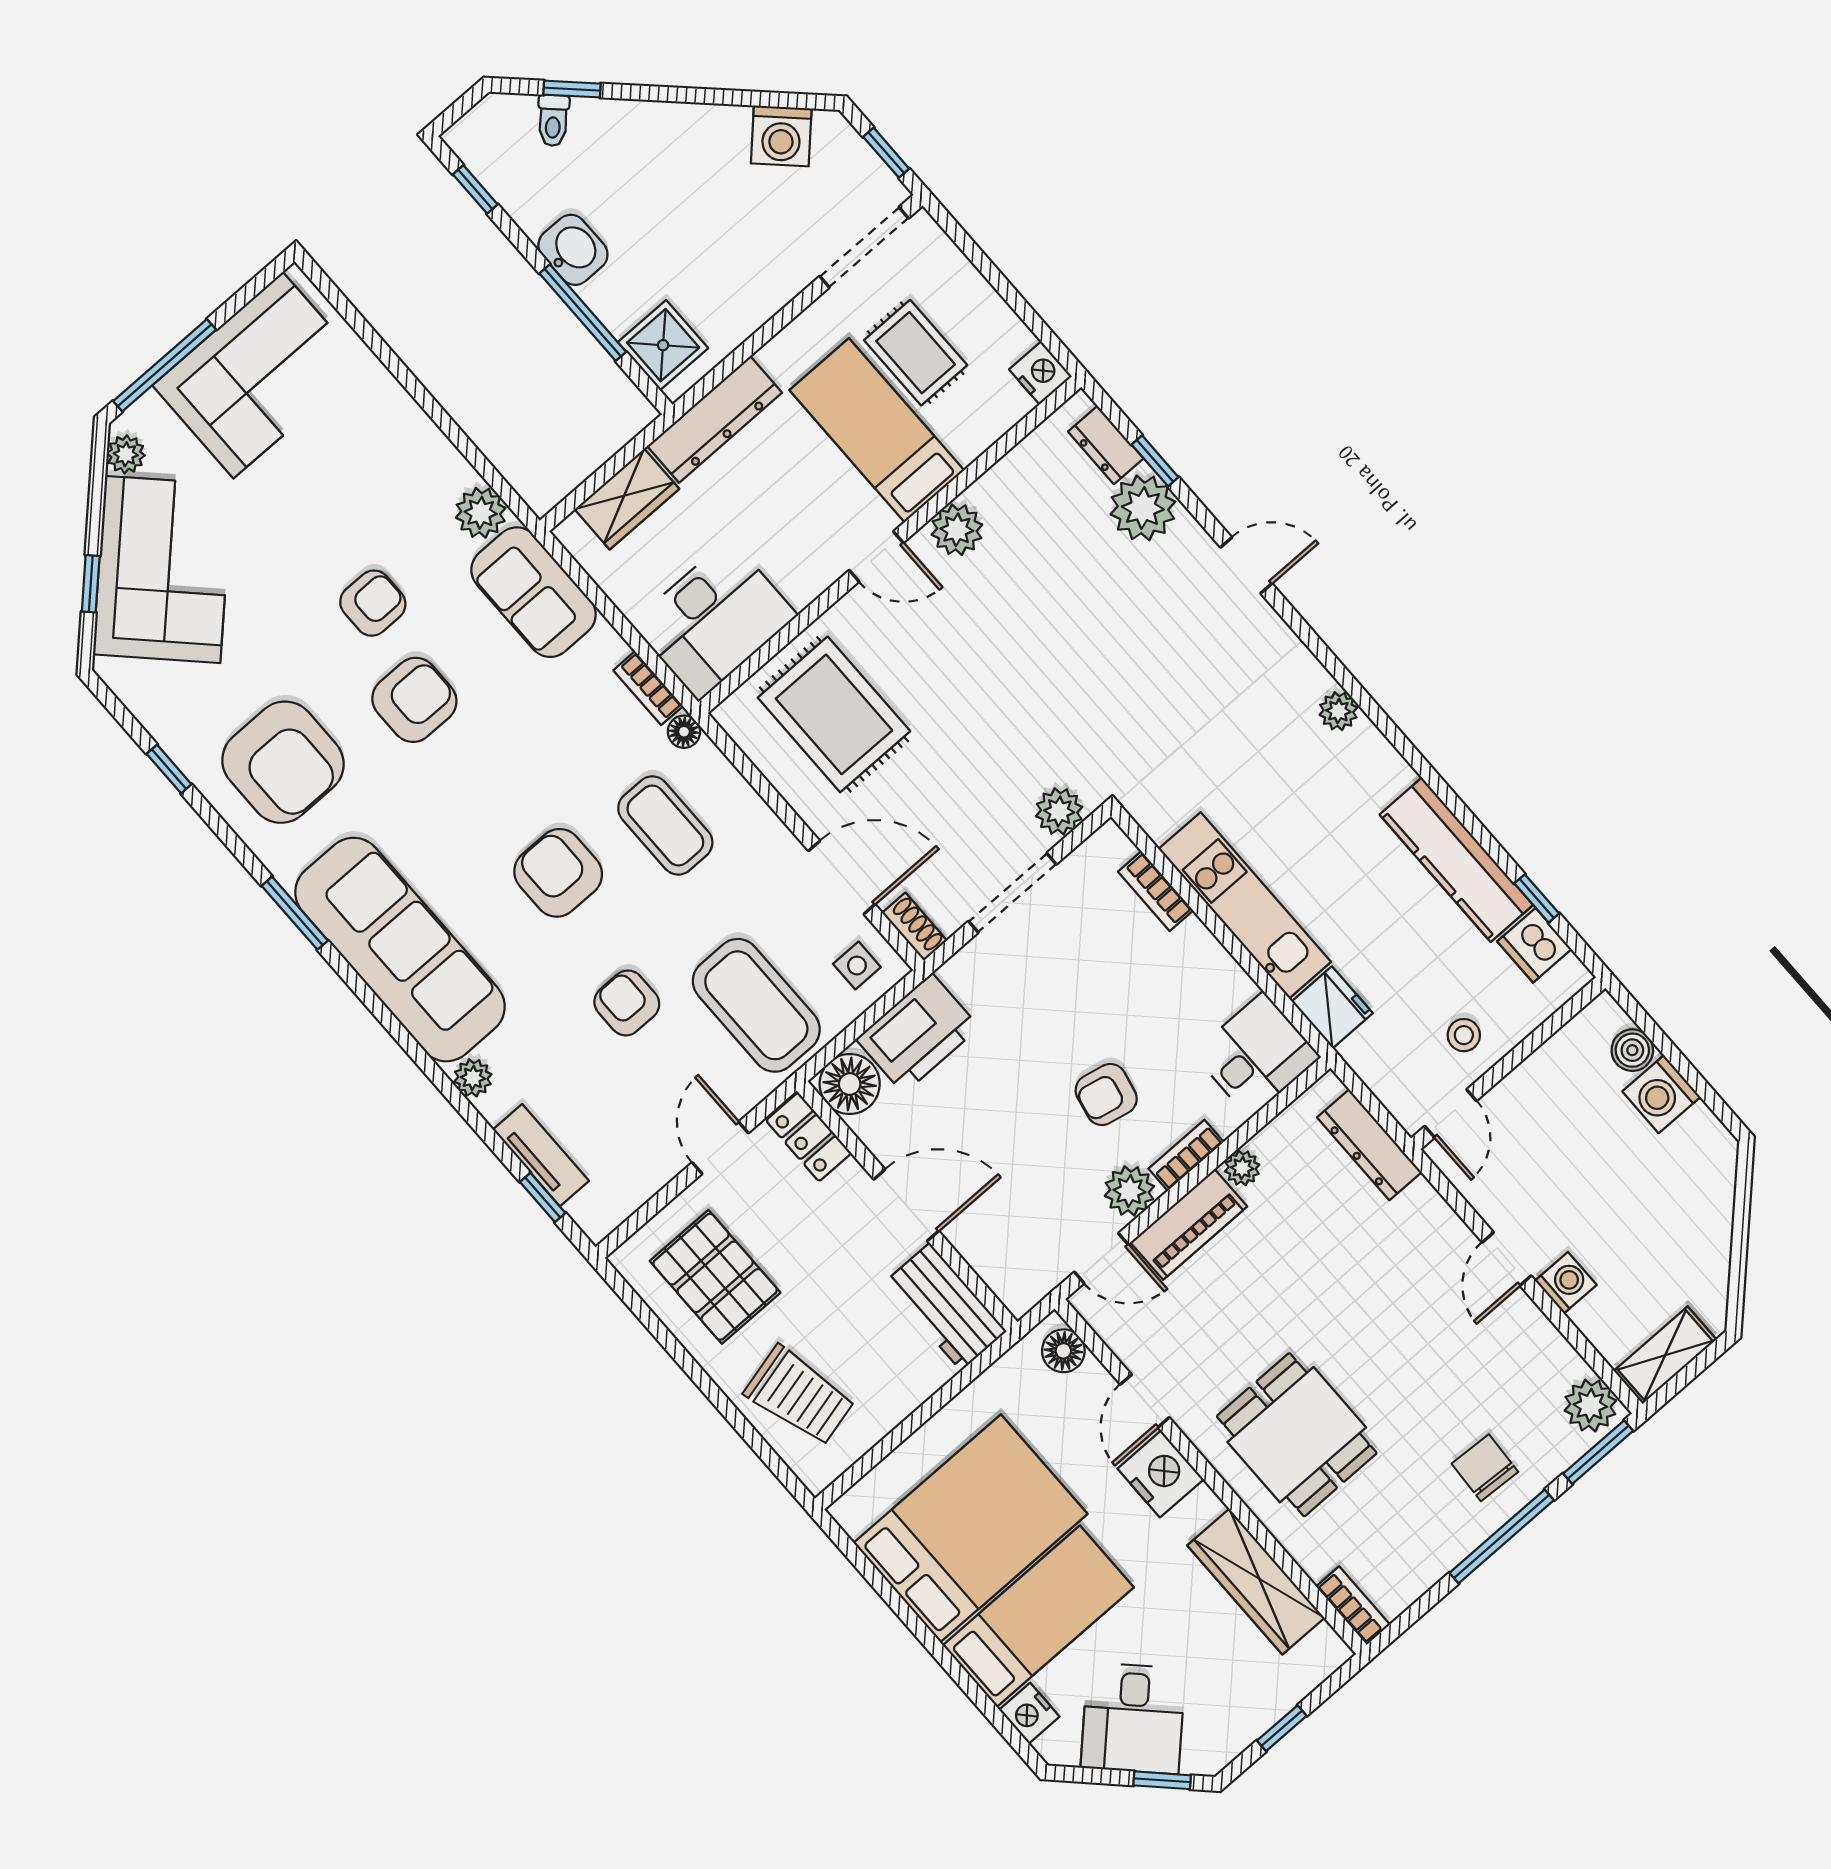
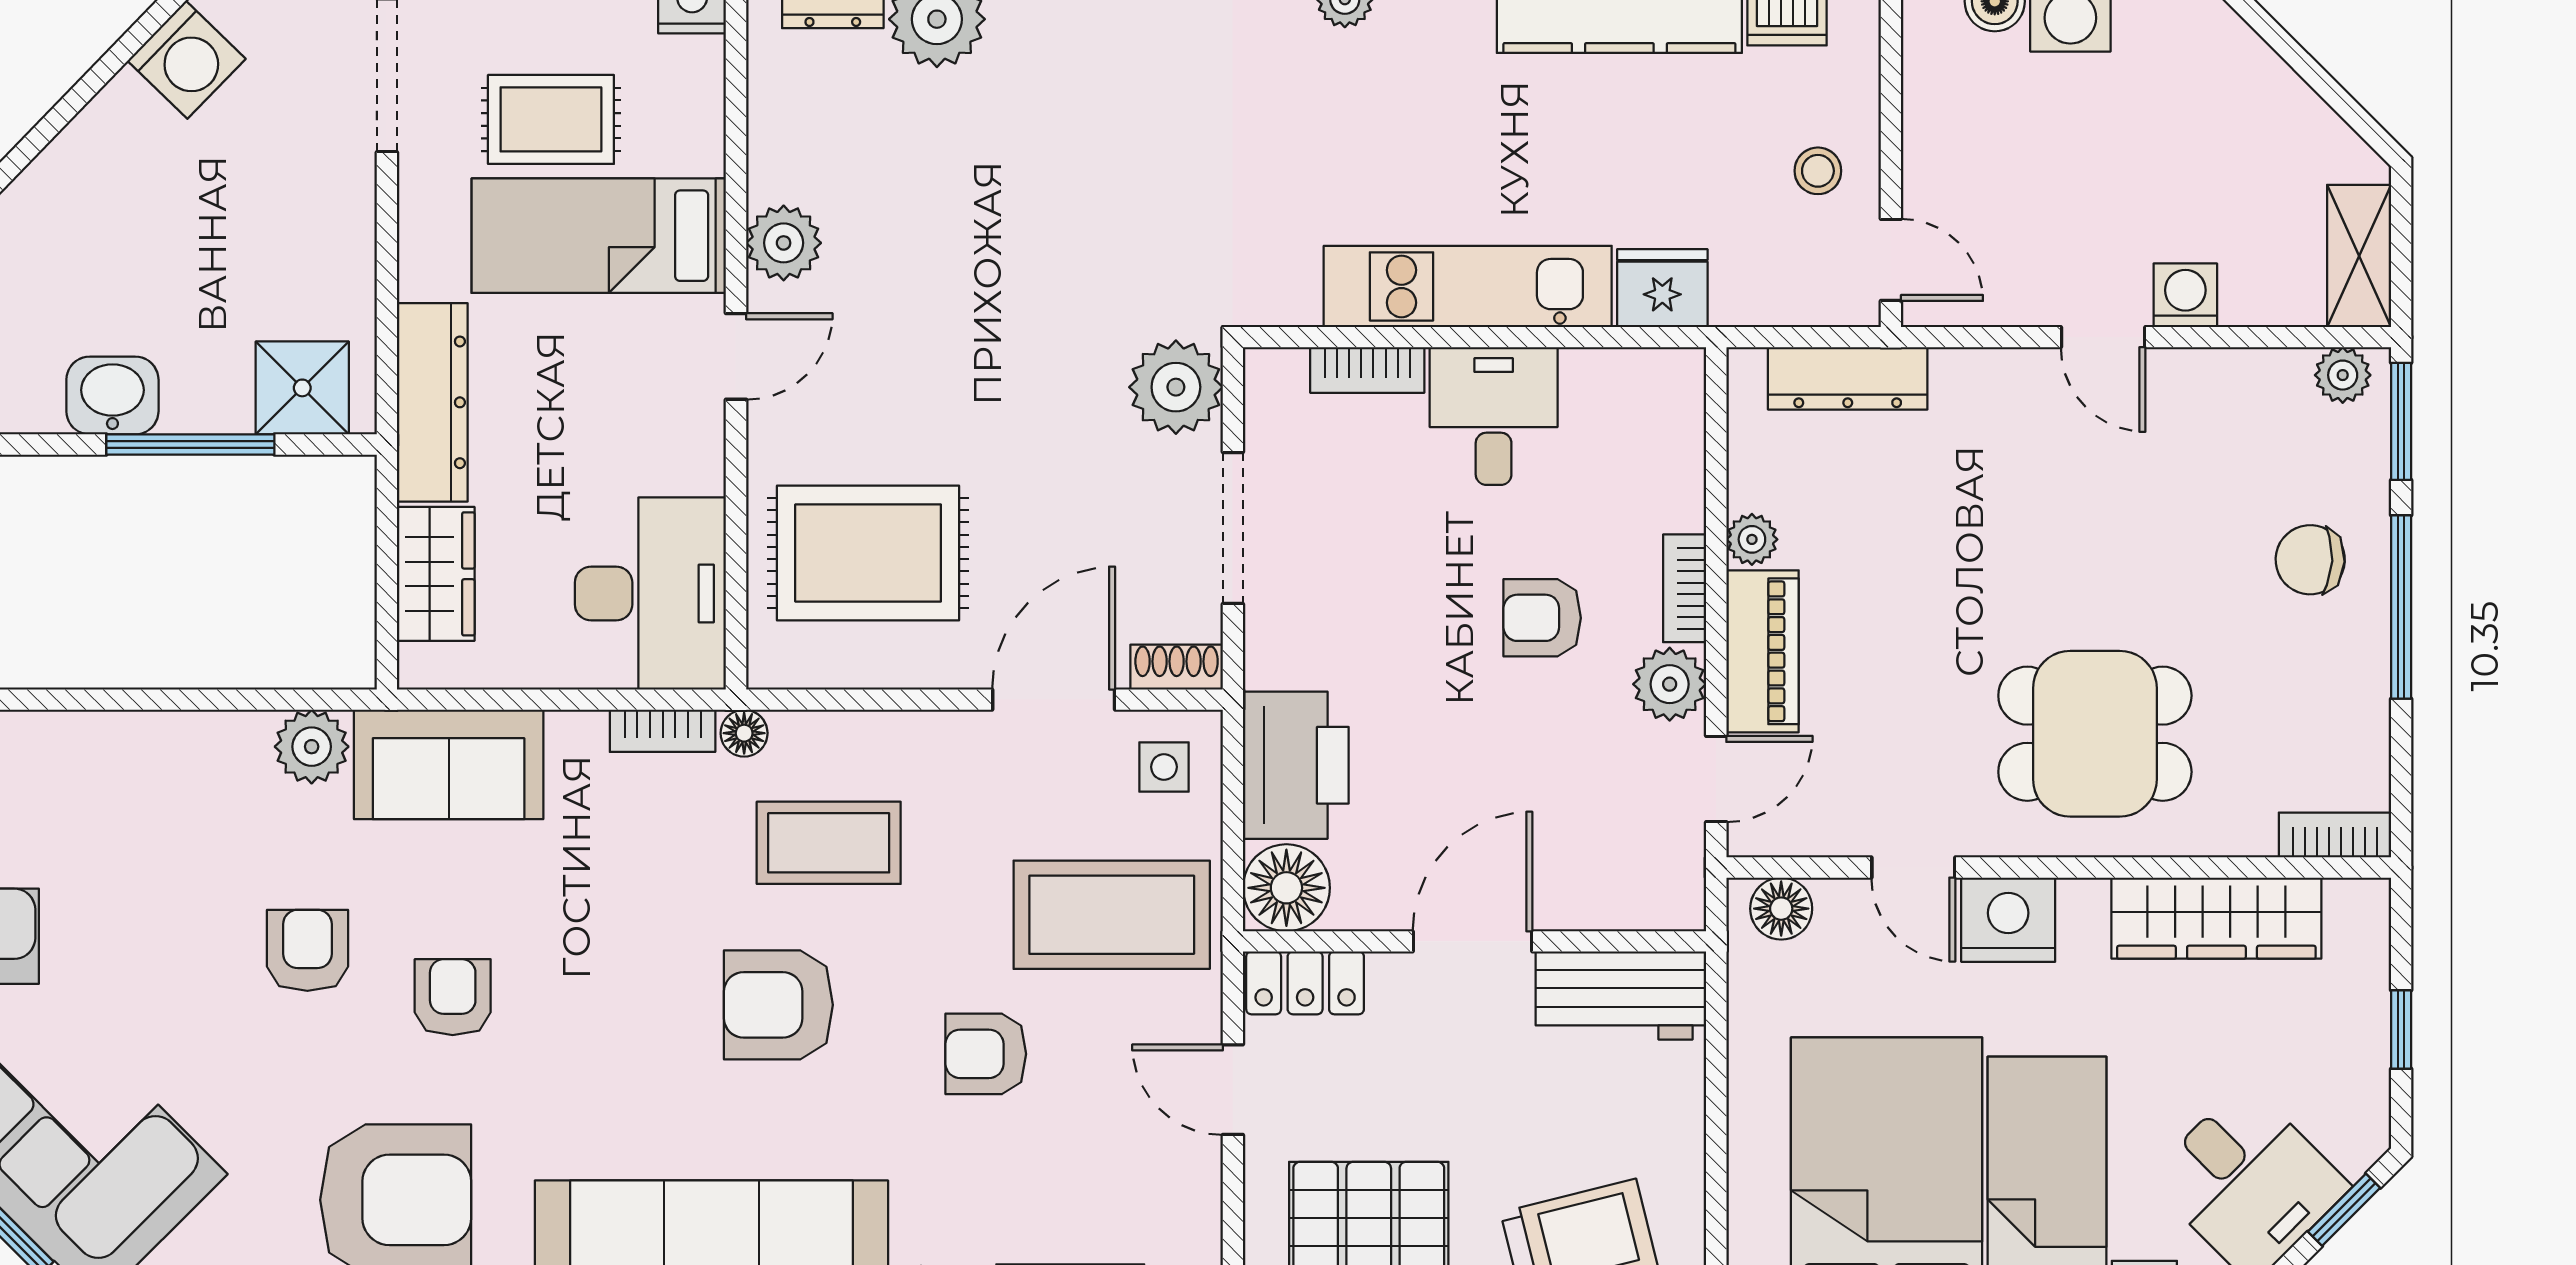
armchair: (414, 700) -> (453, 997), width x0.72, depth x0.72
plant: (1059, 811) -> (1176, 387), width x1.36, depth x1.36
desk: (1257, 1055) -> (1494, 416), moved
armchair: (1106, 1094) -> (1542, 618), turned 78
plant: (1590, 1406) -> (2343, 375), width x0.73, depth x0.73

